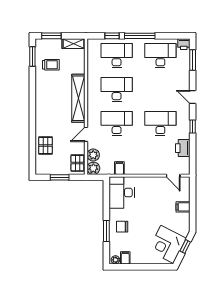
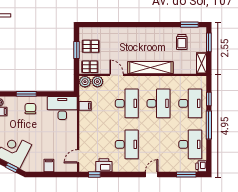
window: (193, 126) -> (94, 175), moved
pallet: (45, 146) -> (91, 46), moved

